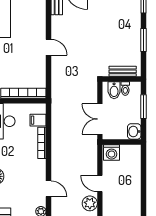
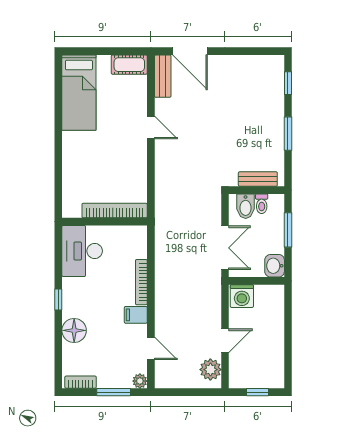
door: (48, 47) -> (151, 128), moved
double door: (100, 119) -> (225, 248), swing flipped
filing cabinet: (38, 120) -> (136, 315), moved
door: (100, 184) -> (225, 341), swing flipped

